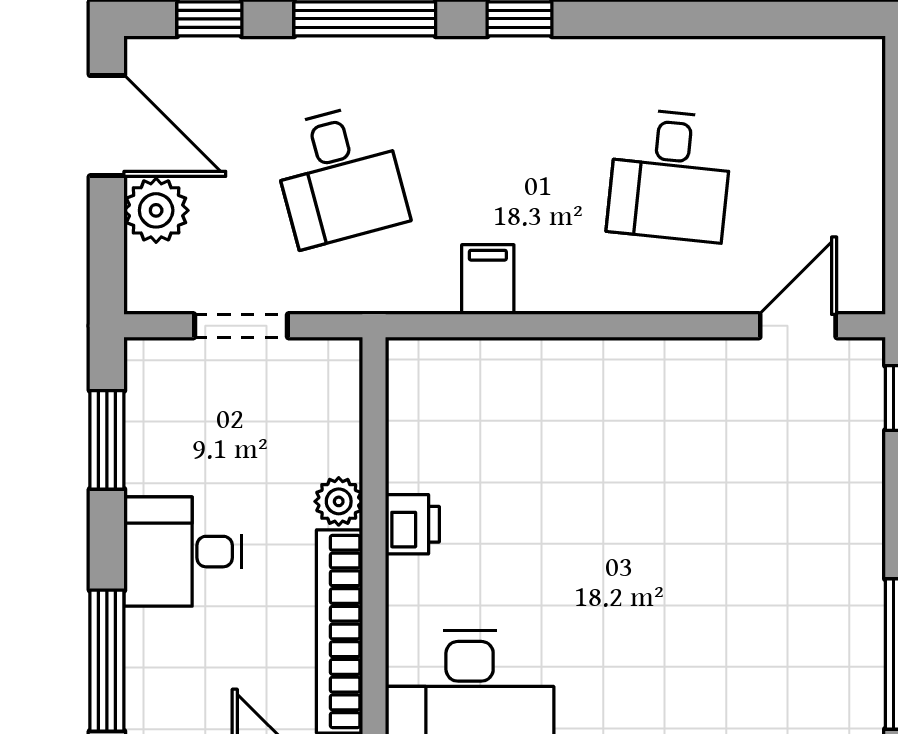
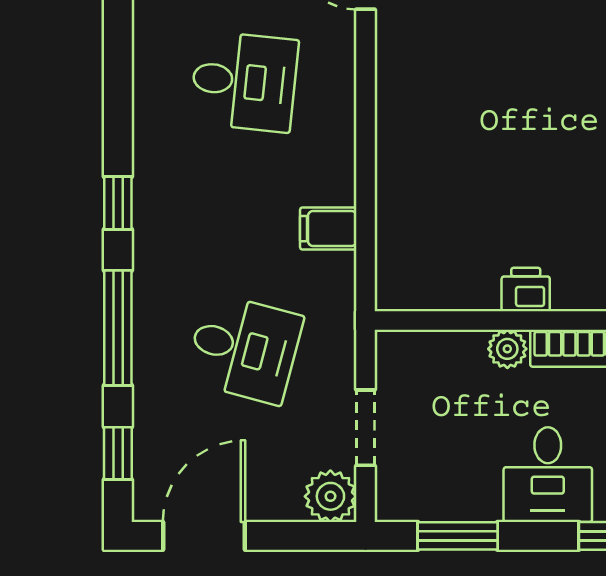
desk: (339, 175) -> (244, 348), turned 30
plant: (156, 210) -> (330, 496), moved

